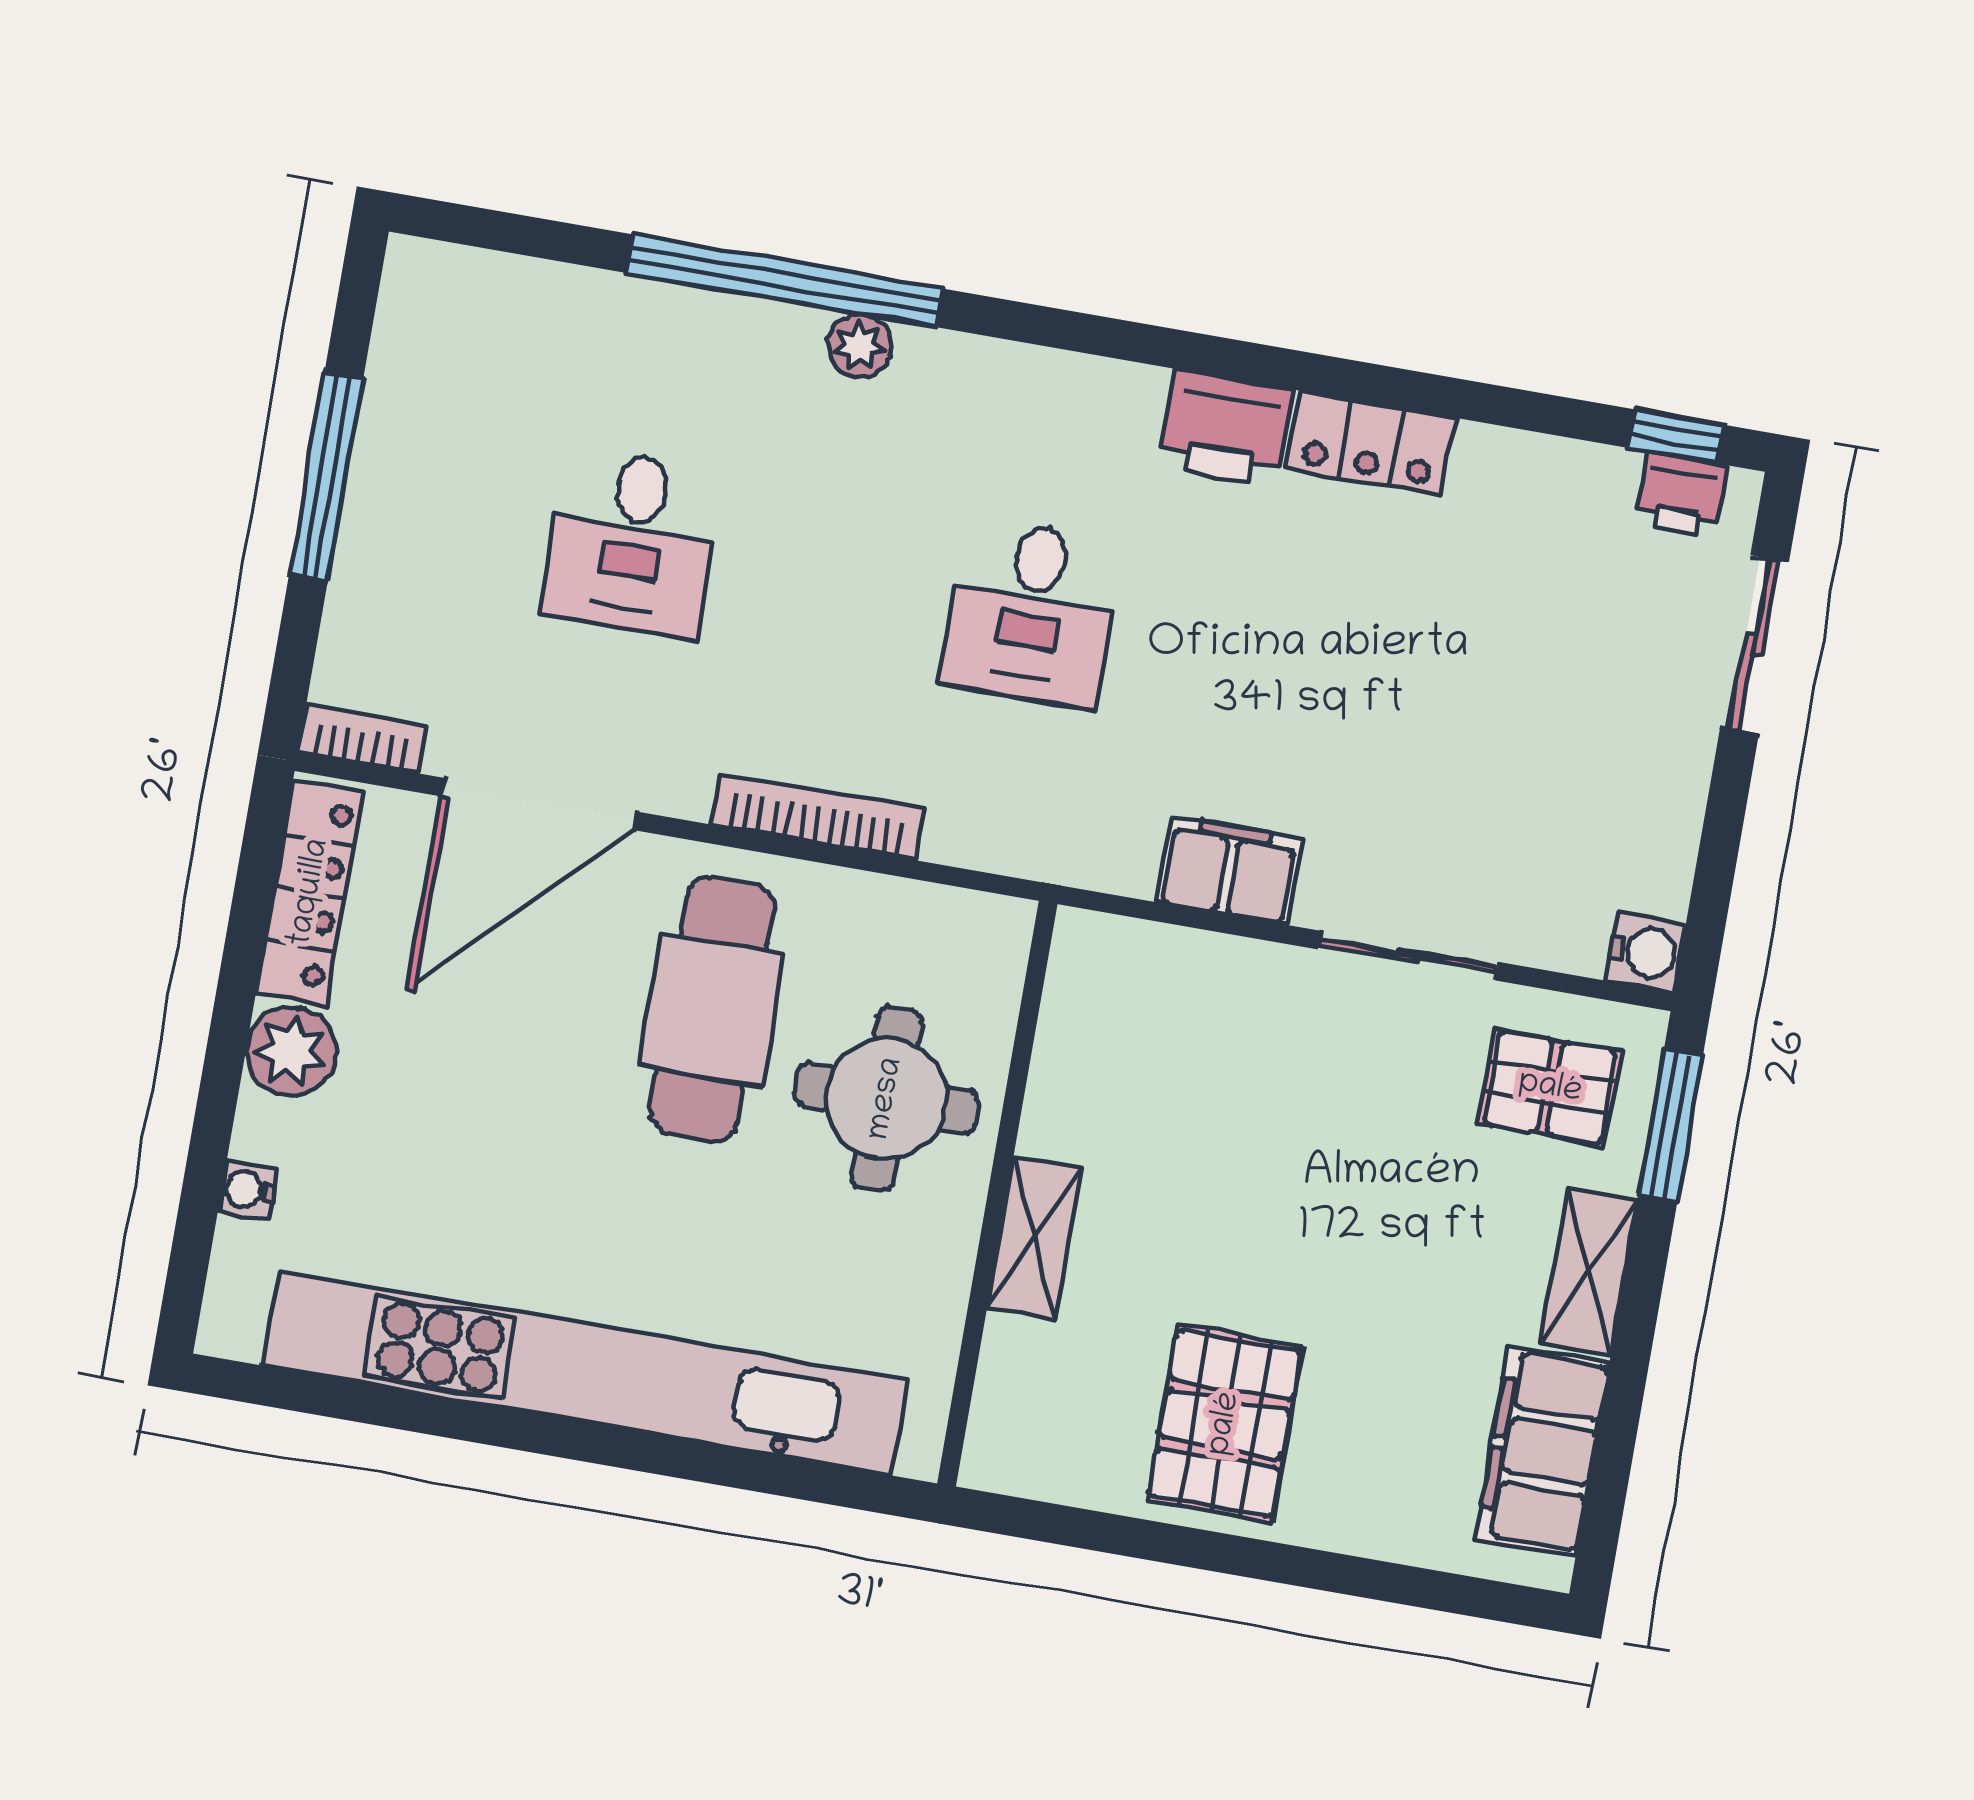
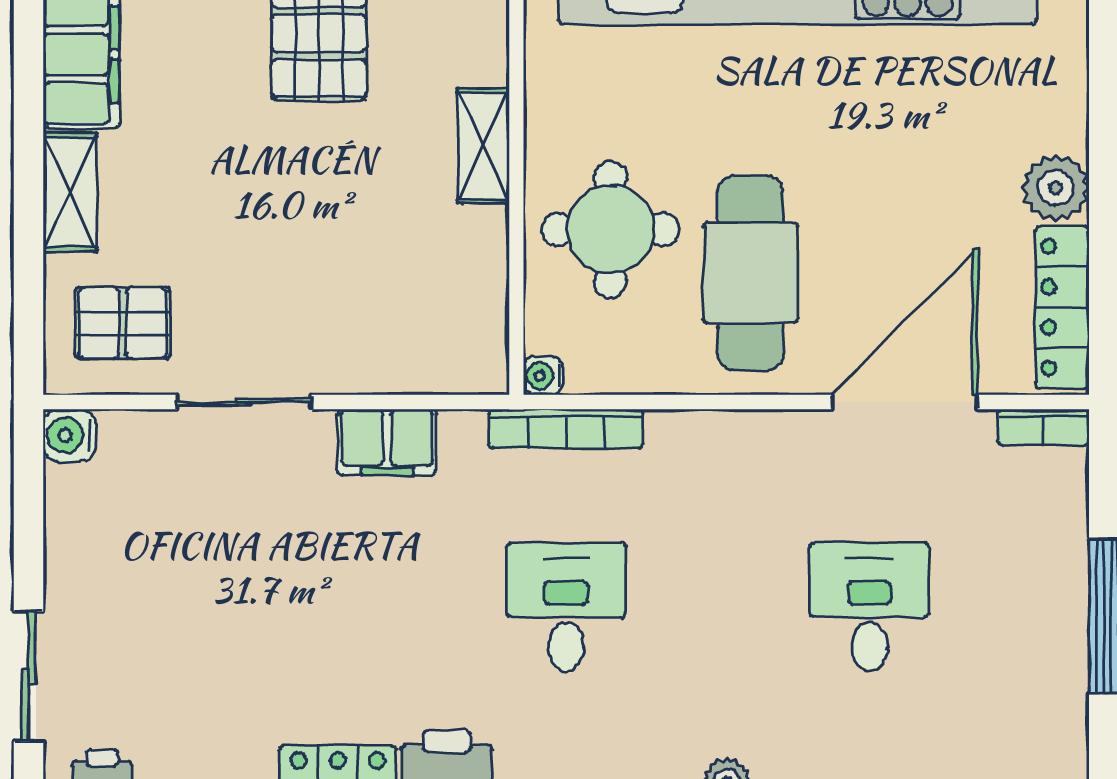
bookcase: (818, 816) -> (566, 429), moved
window: (1671, 1125) -> (28, 311), removed
water cooler: (248, 1190) -> (543, 376), moved, turned 180

